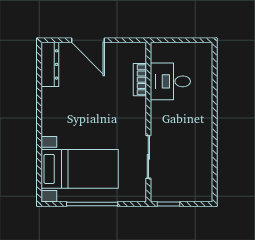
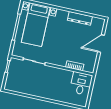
dresser: (50, 64) -> (80, 18), moved
desk: (170, 81) -> (81, 84), moved

